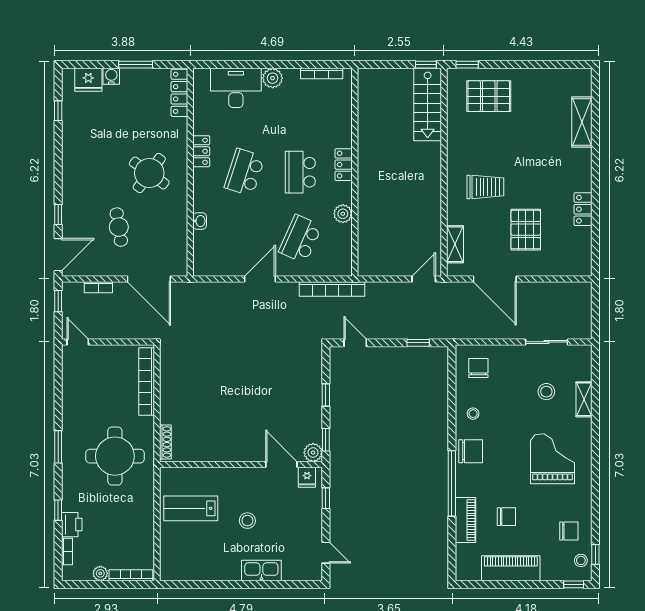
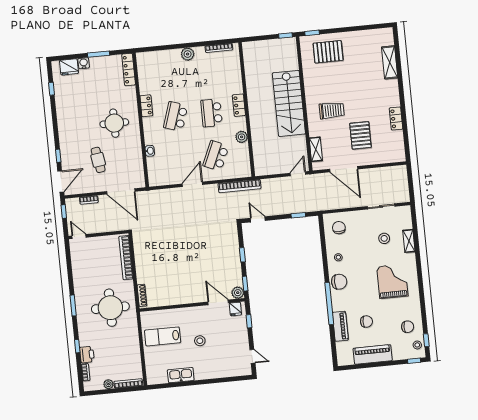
desk: (236, 88) -> (165, 63), removed
stairs: (428, 104) -> (289, 103), moved, width x1.36, depth x1.51
round table: (149, 173) -> (114, 123), turned -36
kitchen sink: (261, 570) -> (181, 375), moved

